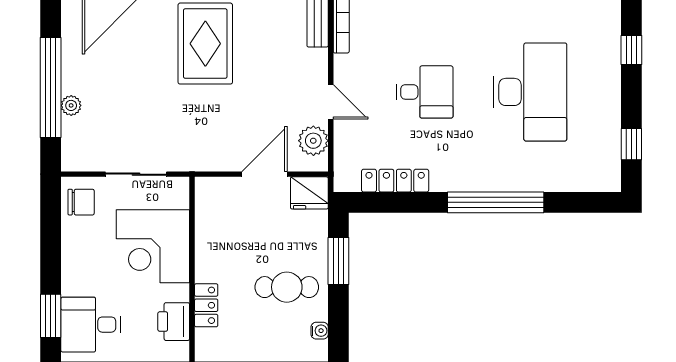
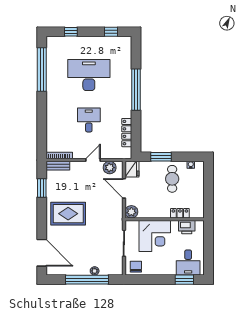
plant: (209, 192) -> (131, 212), added

